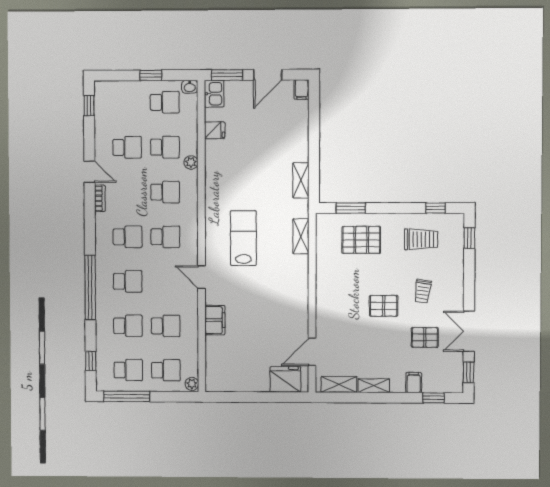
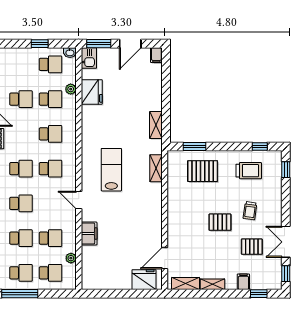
fridge: (215, 130) -> (92, 92), width x1.88, depth x1.34
plant: (191, 162) -> (71, 89), moved
plant: (192, 384) -> (71, 258), moved

